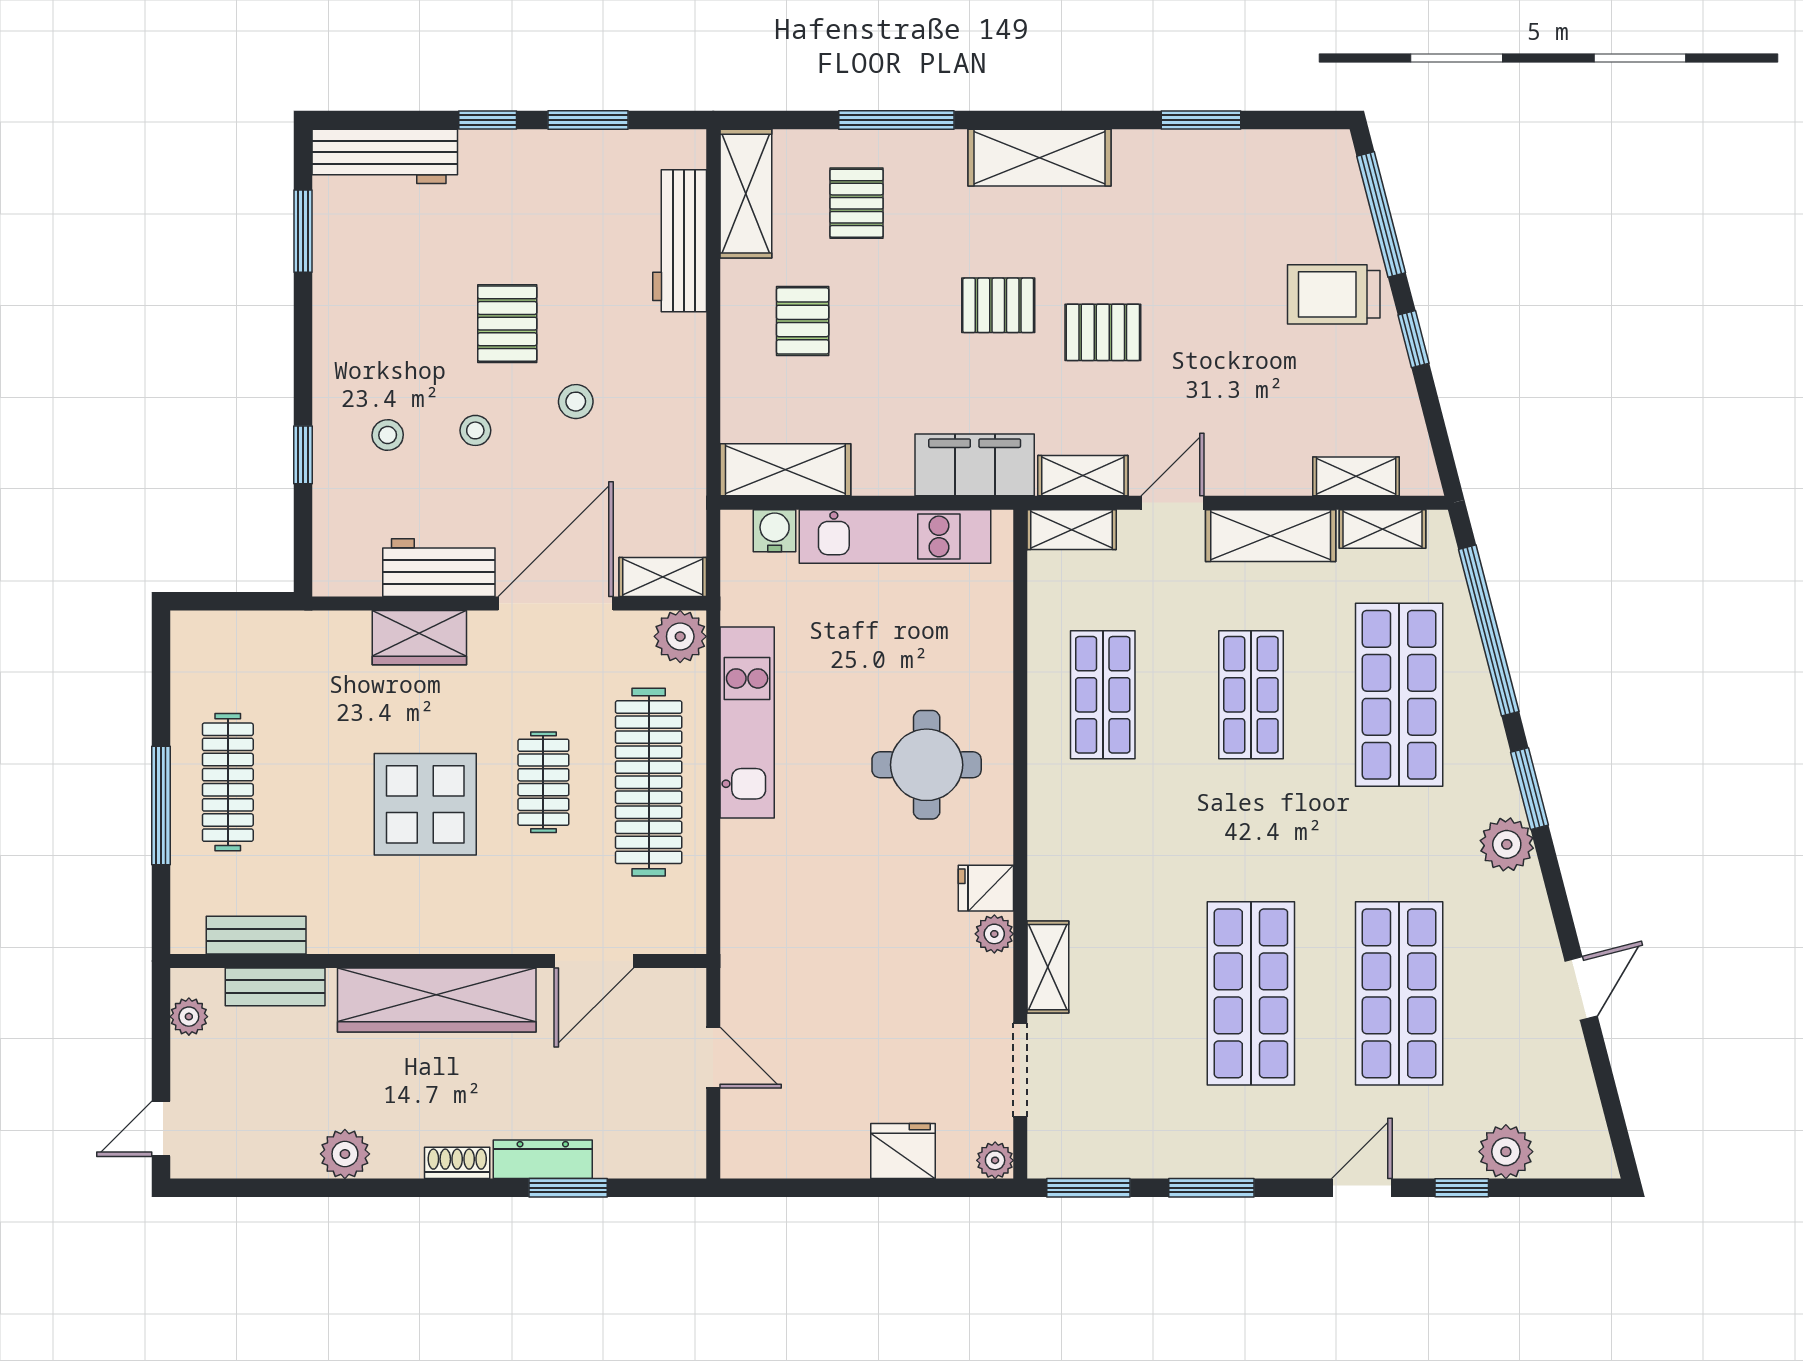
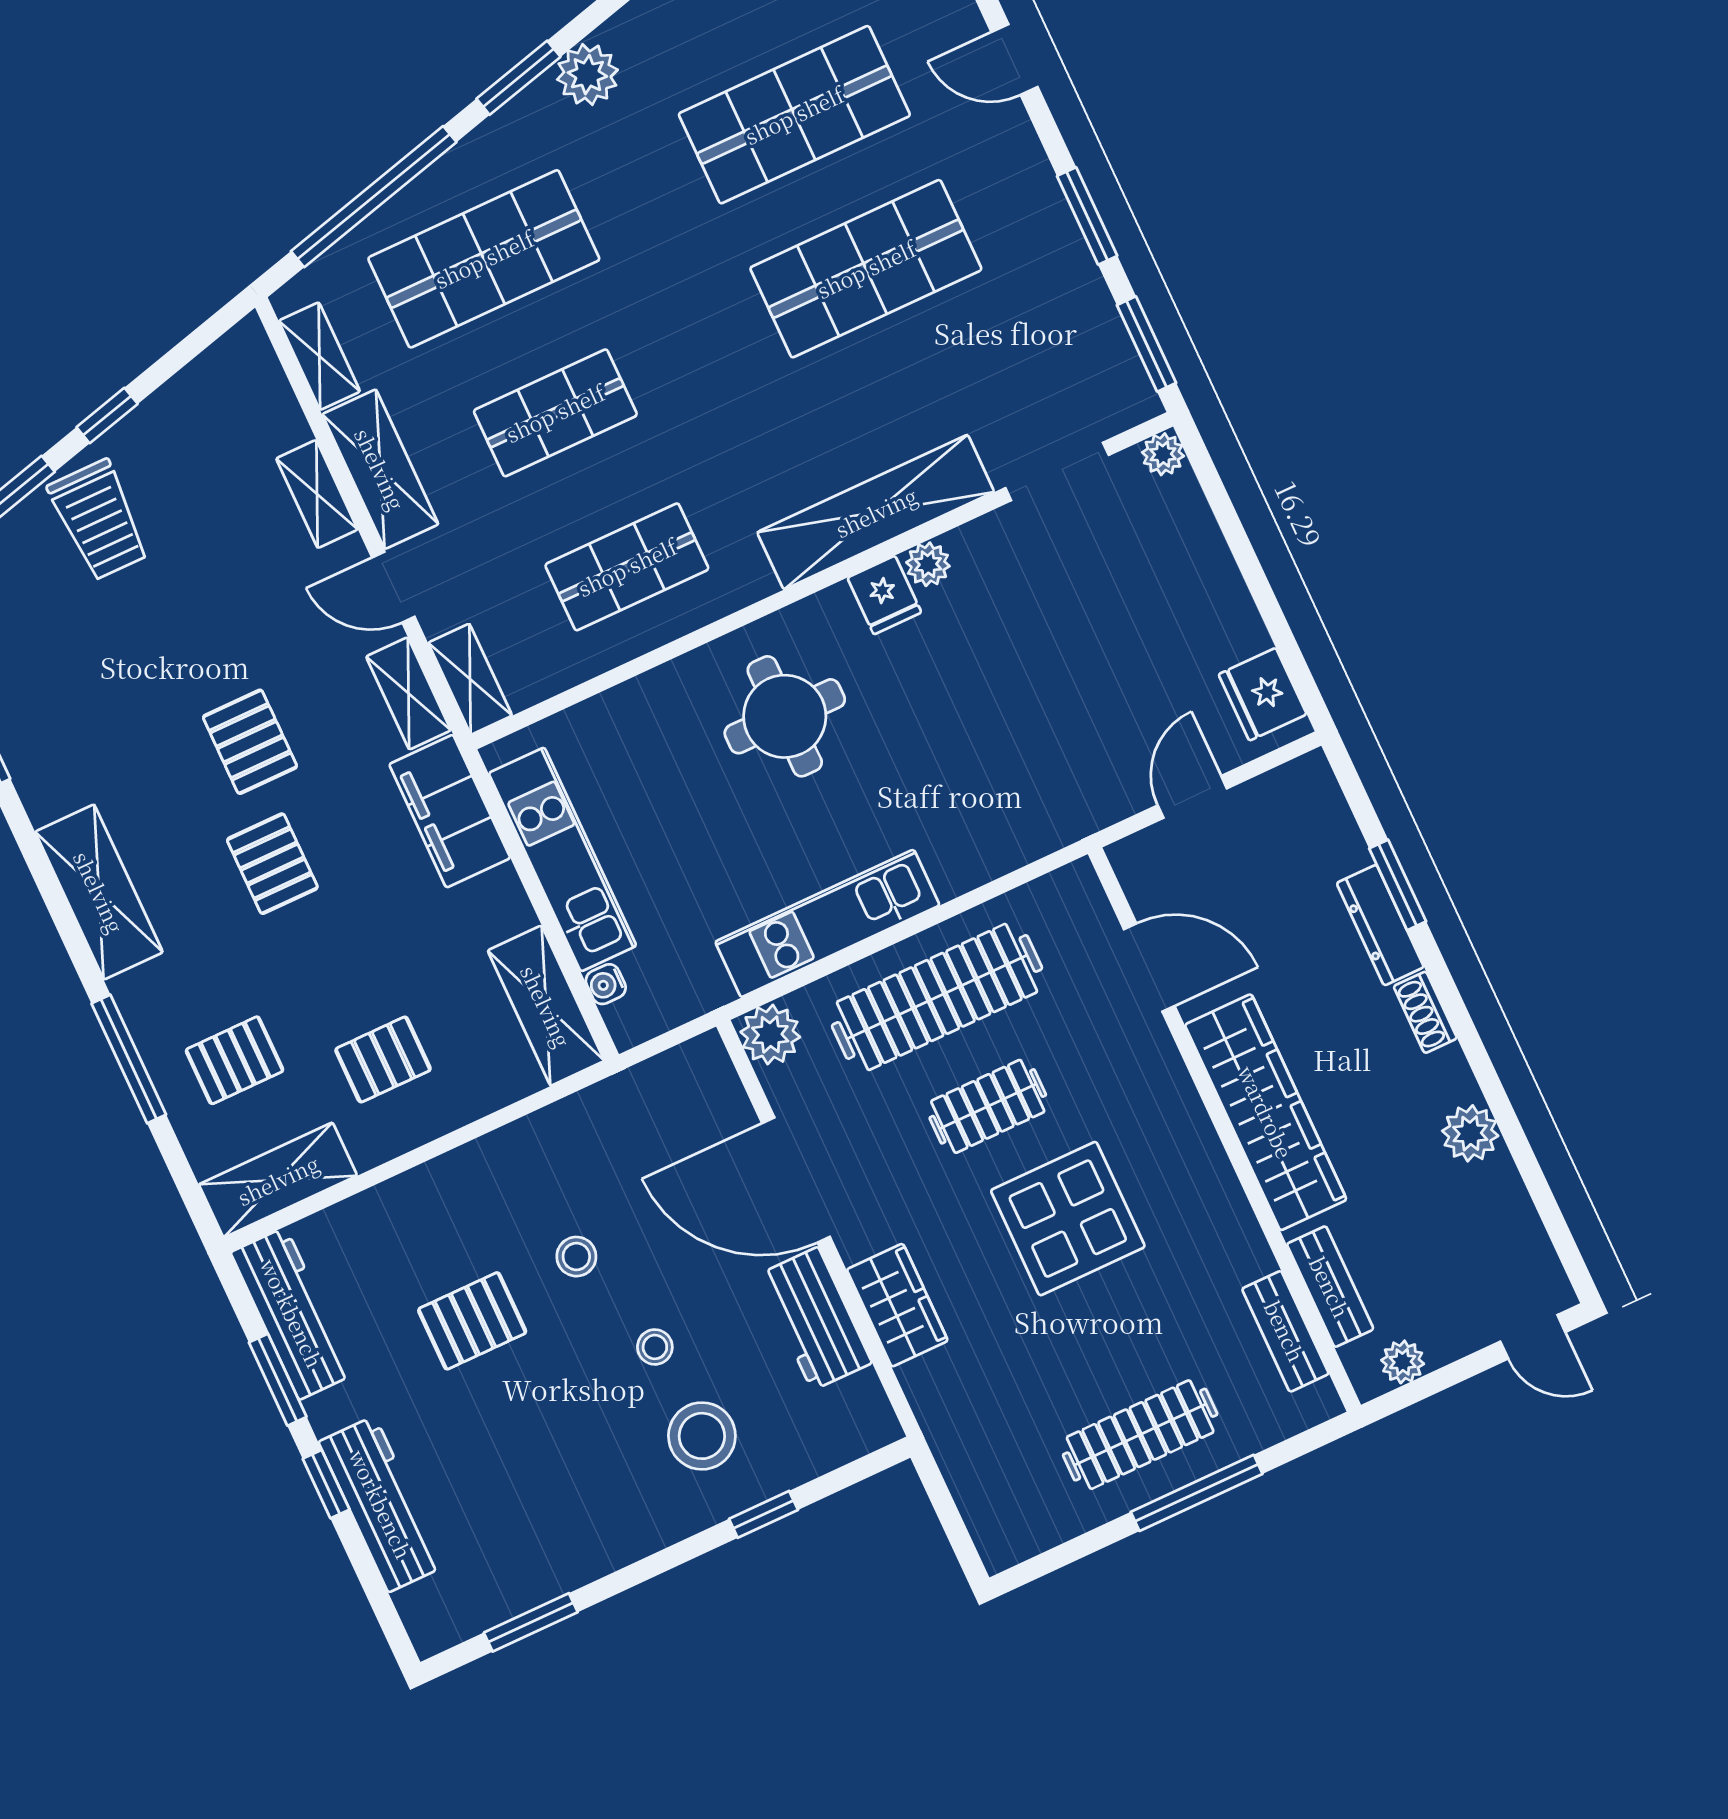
workbench: (385, 156) -> (381, 1504), moved
workbench: (680, 241) -> (292, 1313), moved, turned -90
pallet: (507, 324) -> (472, 1321), moved
stool: (388, 435) -> (702, 1436), width x1.89, depth x1.89
shelving: (1356, 476) -> (317, 494), moved
water cooler: (775, 531) -> (606, 984), width x0.72, depth x0.72
shelving: (663, 577) -> (717, 1081), removed
shelving: (1048, 967) -> (876, 512), width x2.20, depth x1.33
fridge: (903, 1151) -> (1263, 694), moved

